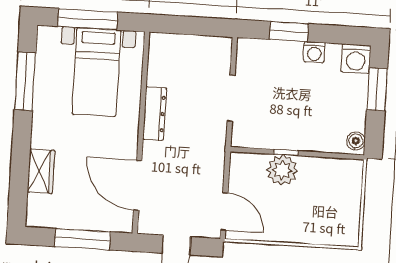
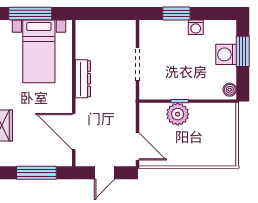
washing machine: (356, 59) -> (226, 54), moved, turned 90

